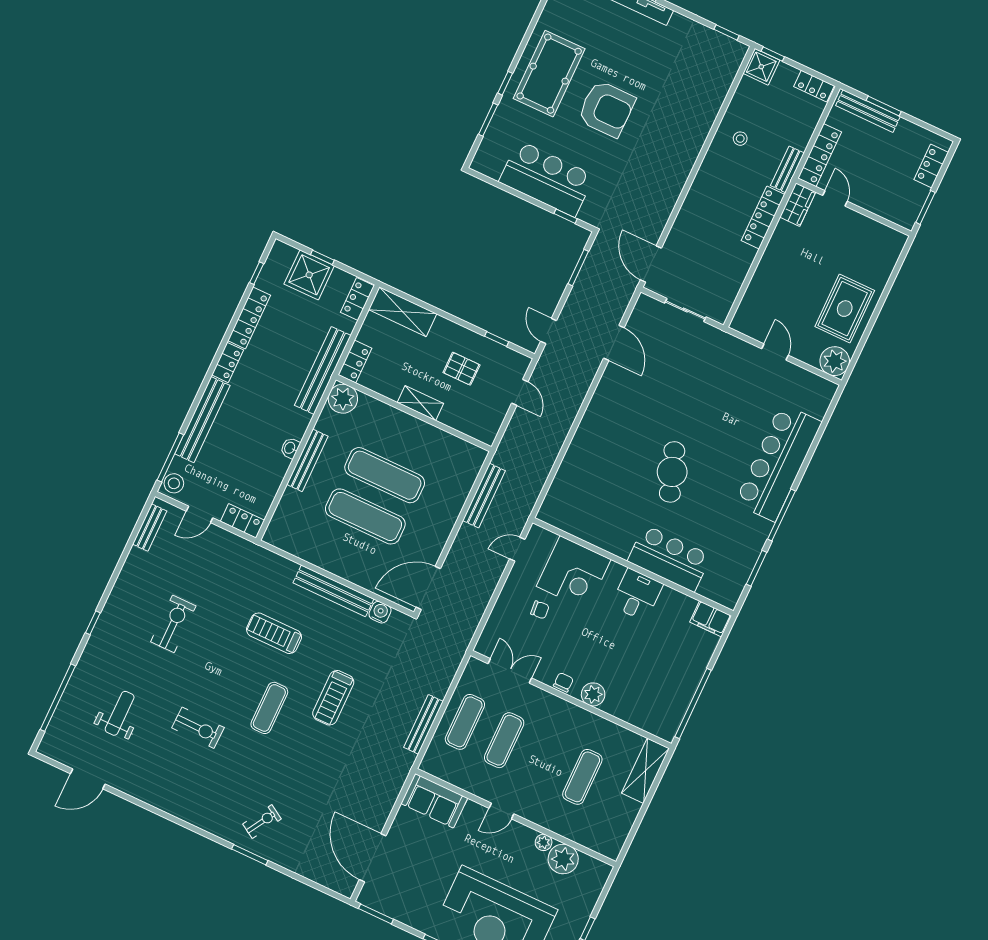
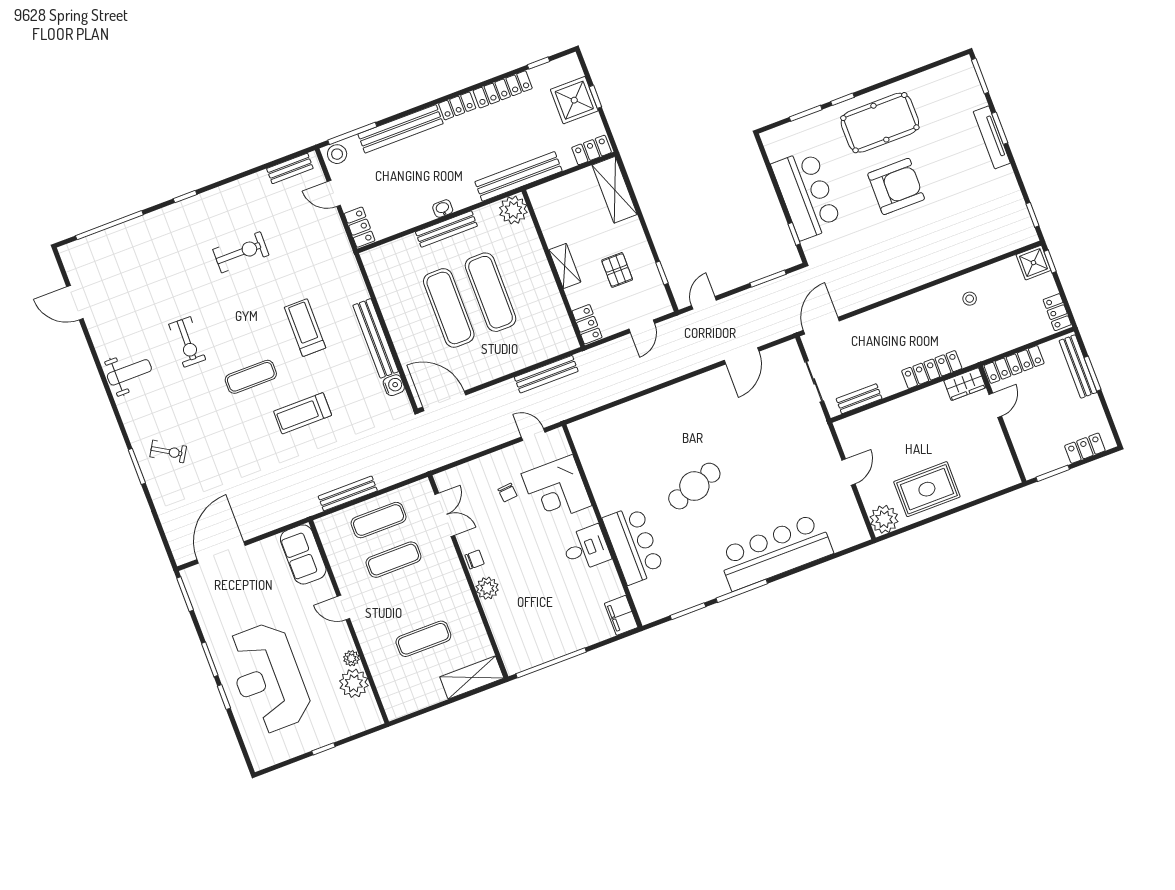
armchair: (606, 109) -> (896, 186), turned -90
bench: (787, 169) -> (859, 399), moved
locker: (355, 362) -> (587, 324), moved, turned -90
weight bench: (120, 713) -> (129, 372), moved

